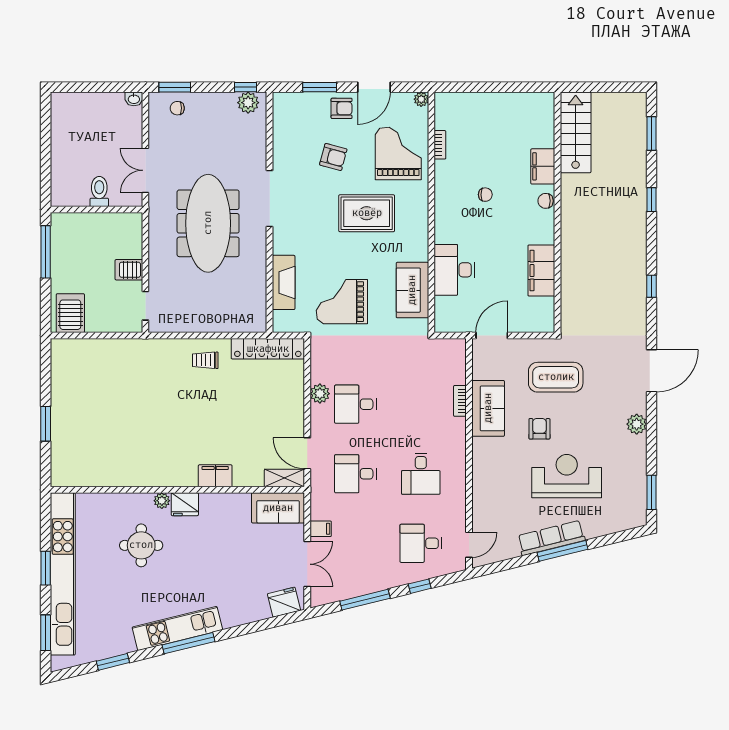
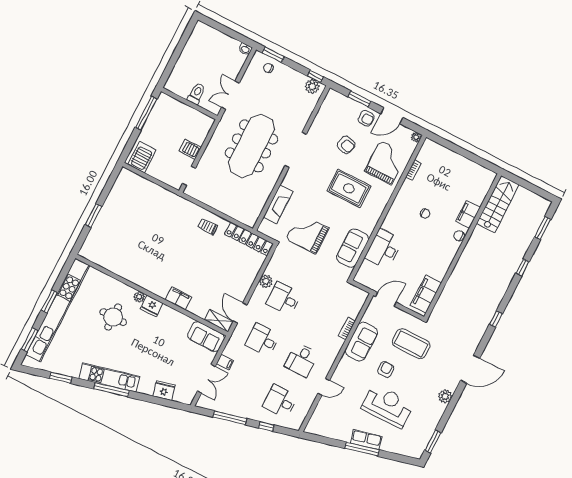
filing cabinet: (541, 271) -> (426, 294), moved
row of seats: (551, 538) -> (366, 440), width x0.68
door: (469, 545) -> (324, 387), moved
fridge: (284, 602) -> (164, 391), moved

